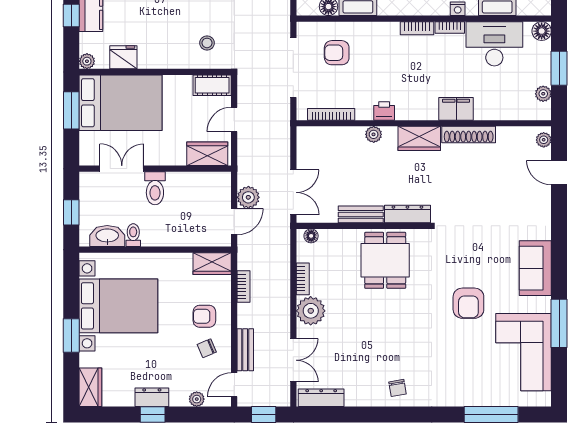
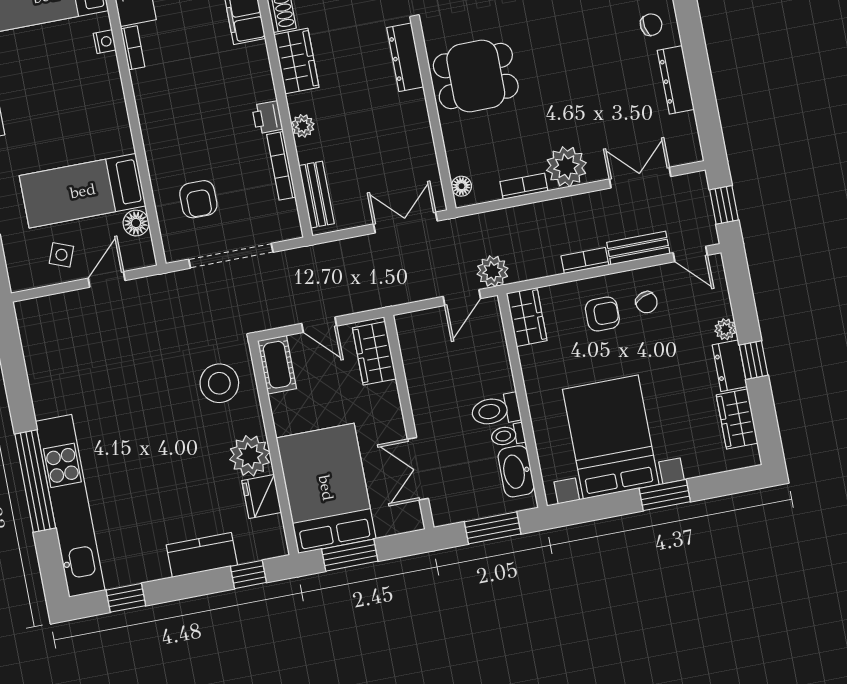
window: (71, 16) -> (248, 574), moved
bookcase: (417, 28) -> (143, 94), removed
stool: (207, 43) -> (219, 383), width x1.89, depth x1.89
plant: (87, 61) -> (250, 456), moved, width x1.87, depth x1.87
bookcase: (331, 114) -> (281, 166), moved
toilet: (155, 188) -> (496, 410), moved, turned 180
plant: (248, 197) -> (493, 271), moved
window: (71, 212) -> (493, 528), width x1.50
bench: (361, 214) -> (316, 195), moved
door: (234, 222) -> (462, 298), swing flipped
bookcase: (244, 287) -> (585, 261), moved
armchair: (204, 316) -> (602, 314), turned -90
wardrobe: (90, 387) -> (737, 419), moved, turned -90
dresser: (321, 398) -> (676, 80), moved
plant: (197, 399) -> (725, 329), moved

